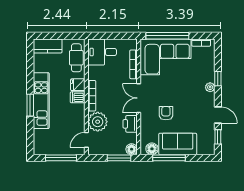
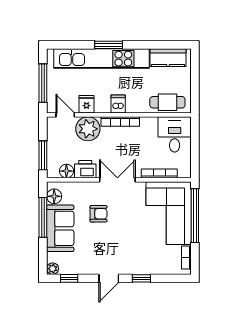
kitchen counter: (48, 46) -> (168, 58), moved, turned -90
fridge: (78, 85) -> (87, 104), moved
plant: (210, 87) -> (53, 269), moved
kitchen unit: (41, 101) -> (101, 59), width x1.36
door: (218, 115) -> (109, 278), moved
floor lamp: (132, 149) -> (66, 171), moved

